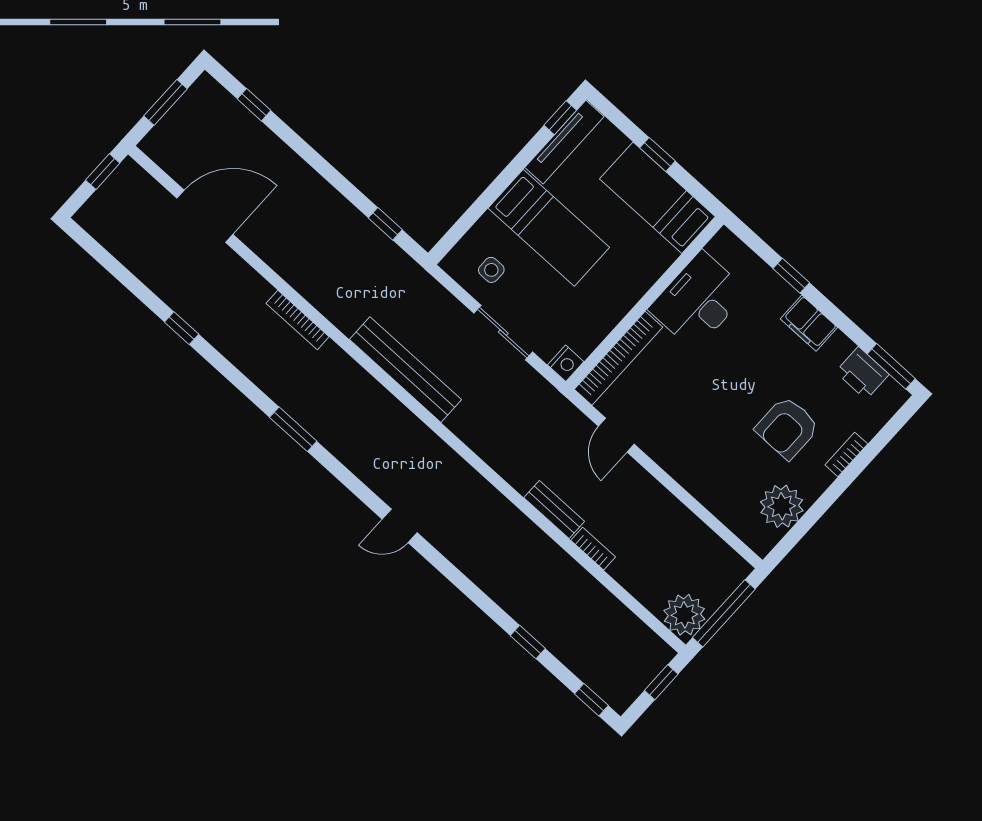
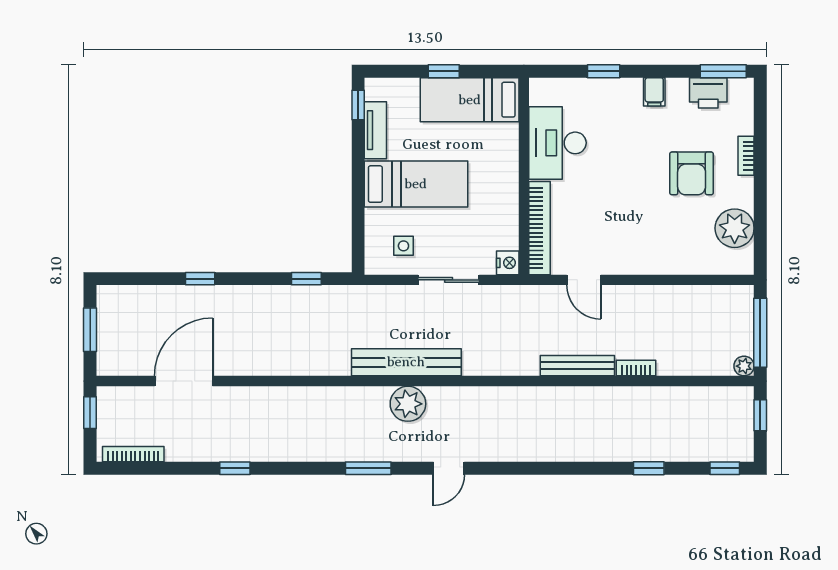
window: (254, 105) -> (200, 279), moved
tv unit: (564, 142) -> (375, 130), width x0.71
bookcase: (298, 320) -> (133, 454), moved, turned 180
filing cabinet: (809, 323) -> (654, 92), width x0.50
plant: (375, 405) -> (408, 404), added
bench: (554, 509) -> (577, 366), width x1.36
door: (400, 526) -> (449, 468), moved
plant: (684, 615) -> (744, 366), width x0.53, depth x0.53

